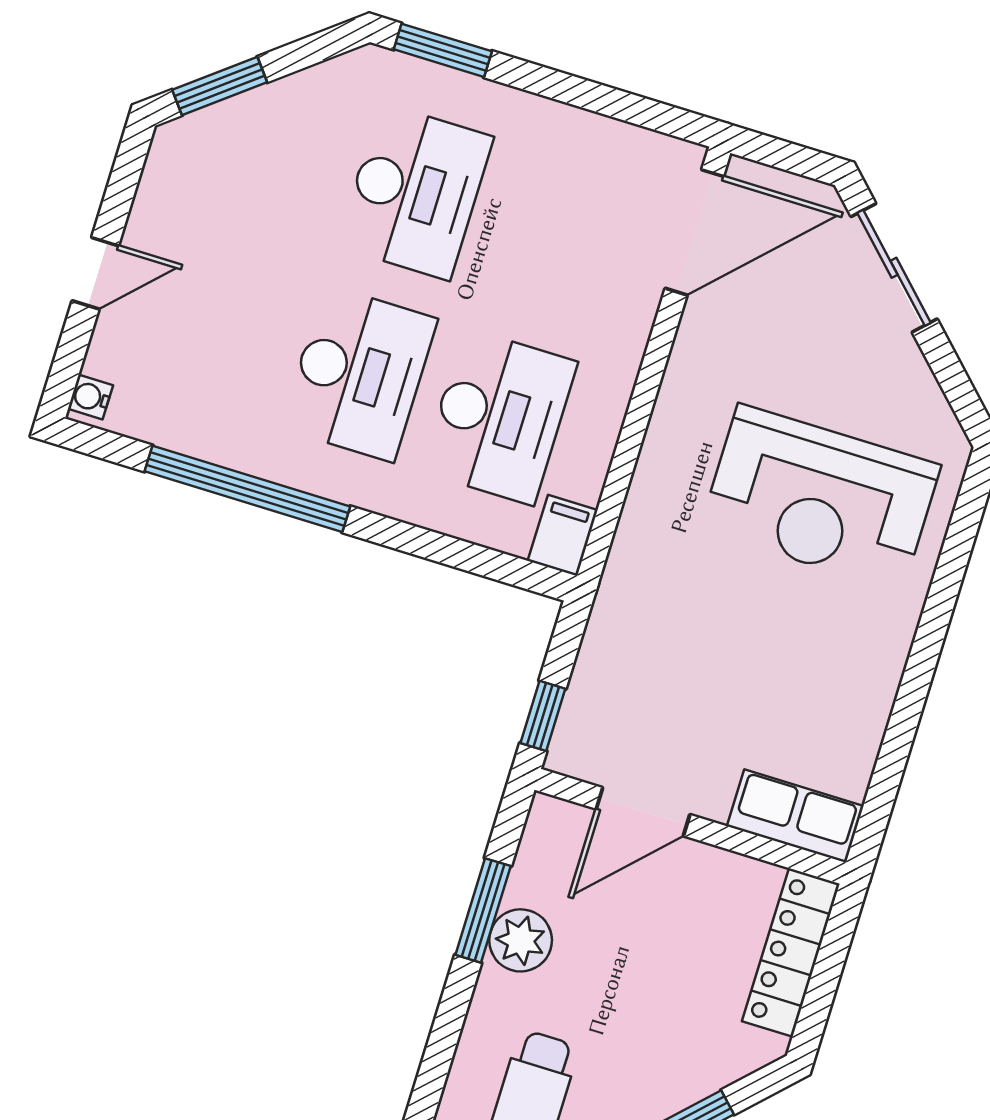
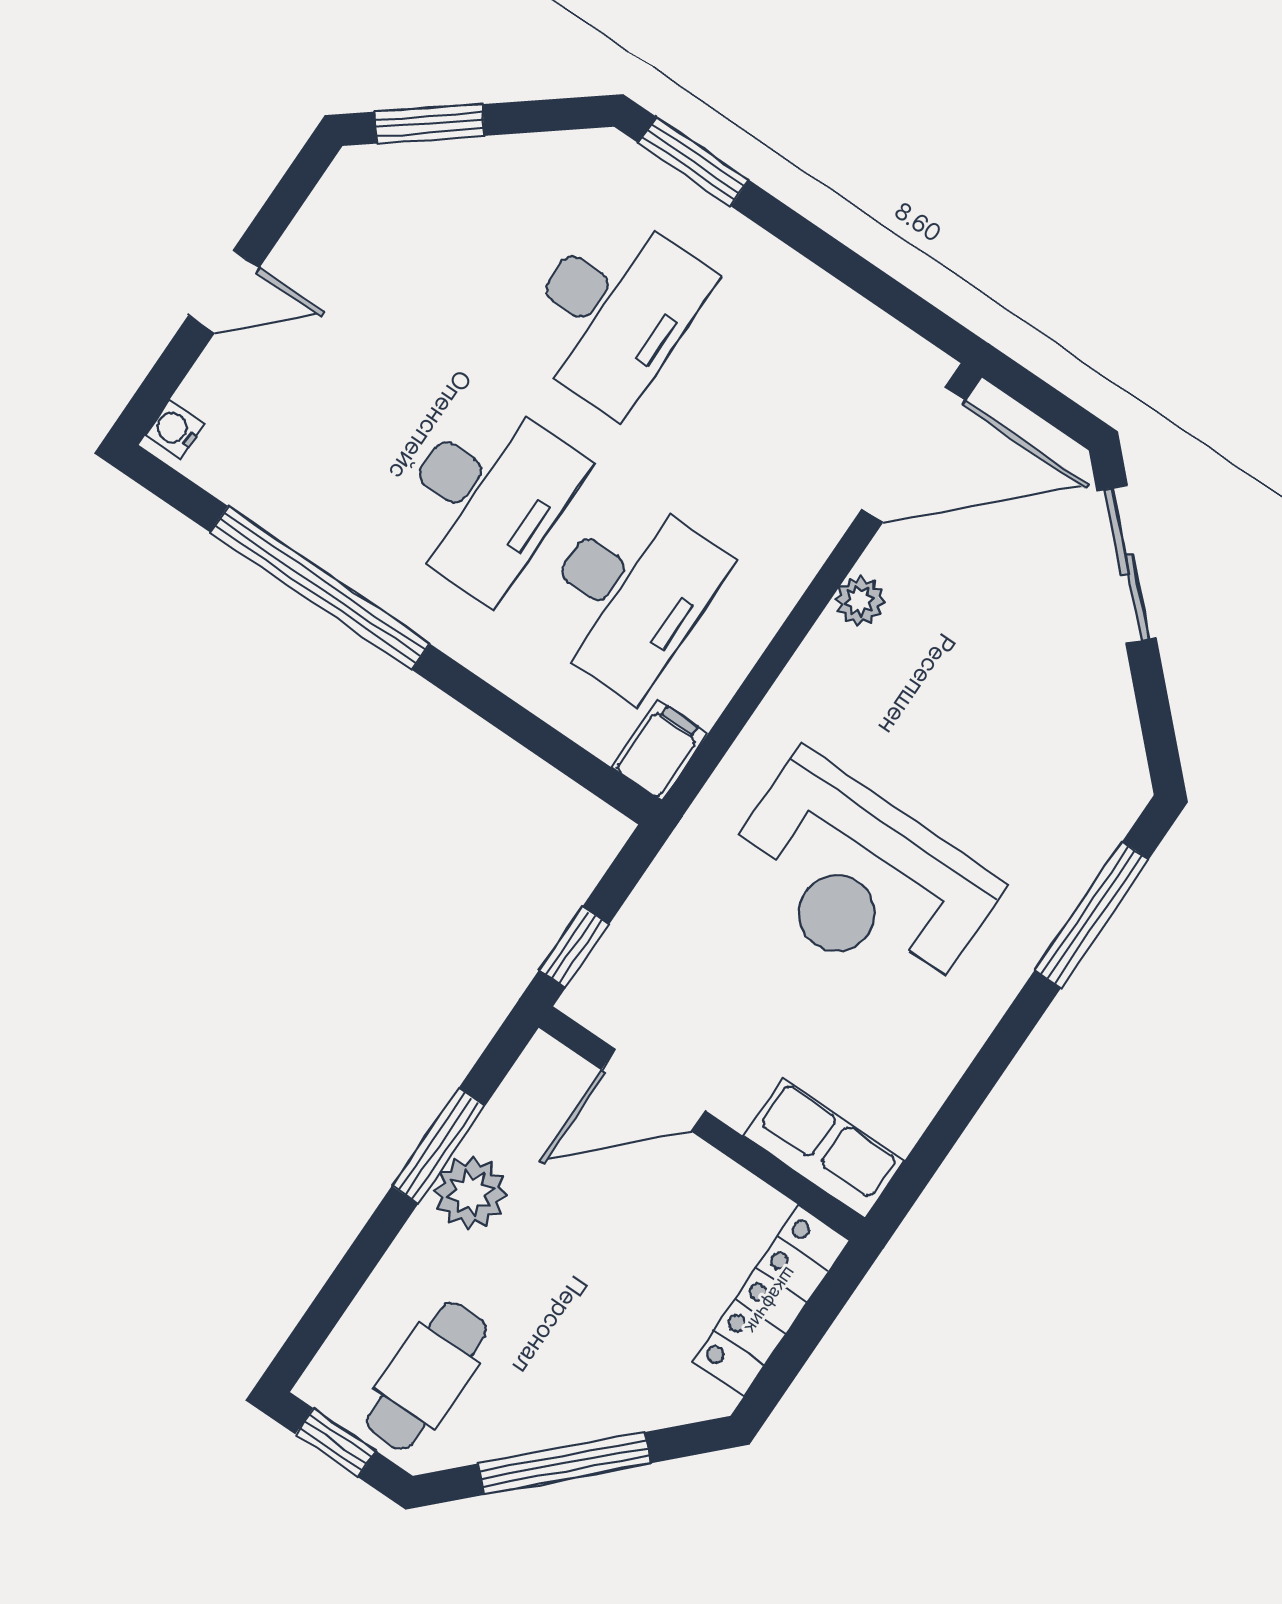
plant: (687, 364) -> (860, 601), added
reception desk: (820, 498) -> (860, 879), moved
window: (953, 560) -> (1092, 915), added

